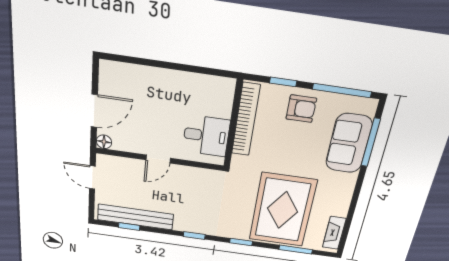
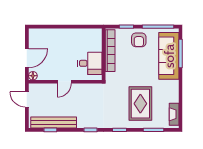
armchair: (301, 109) -> (139, 40), turned 90
sofa: (349, 143) -> (169, 56), width x1.36
rug: (283, 210) -> (140, 104), width x0.73, depth x0.69

